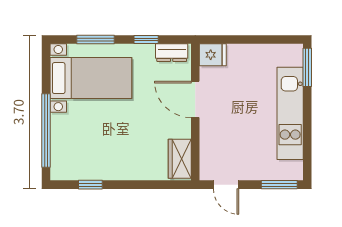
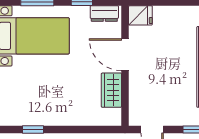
wardrobe: (180, 159) -> (111, 90), moved

